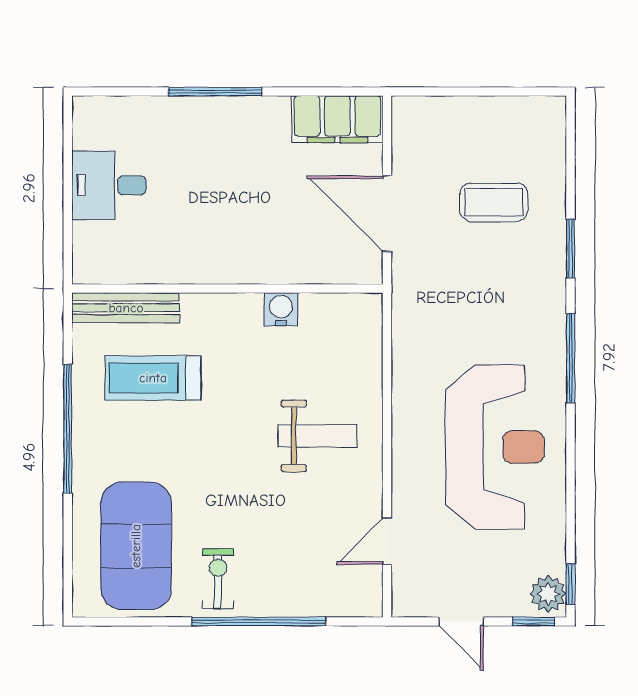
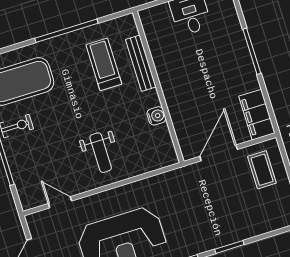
coffee table: (494, 202) -> (262, 170), moved
bench: (126, 308) -> (141, 63), moved

